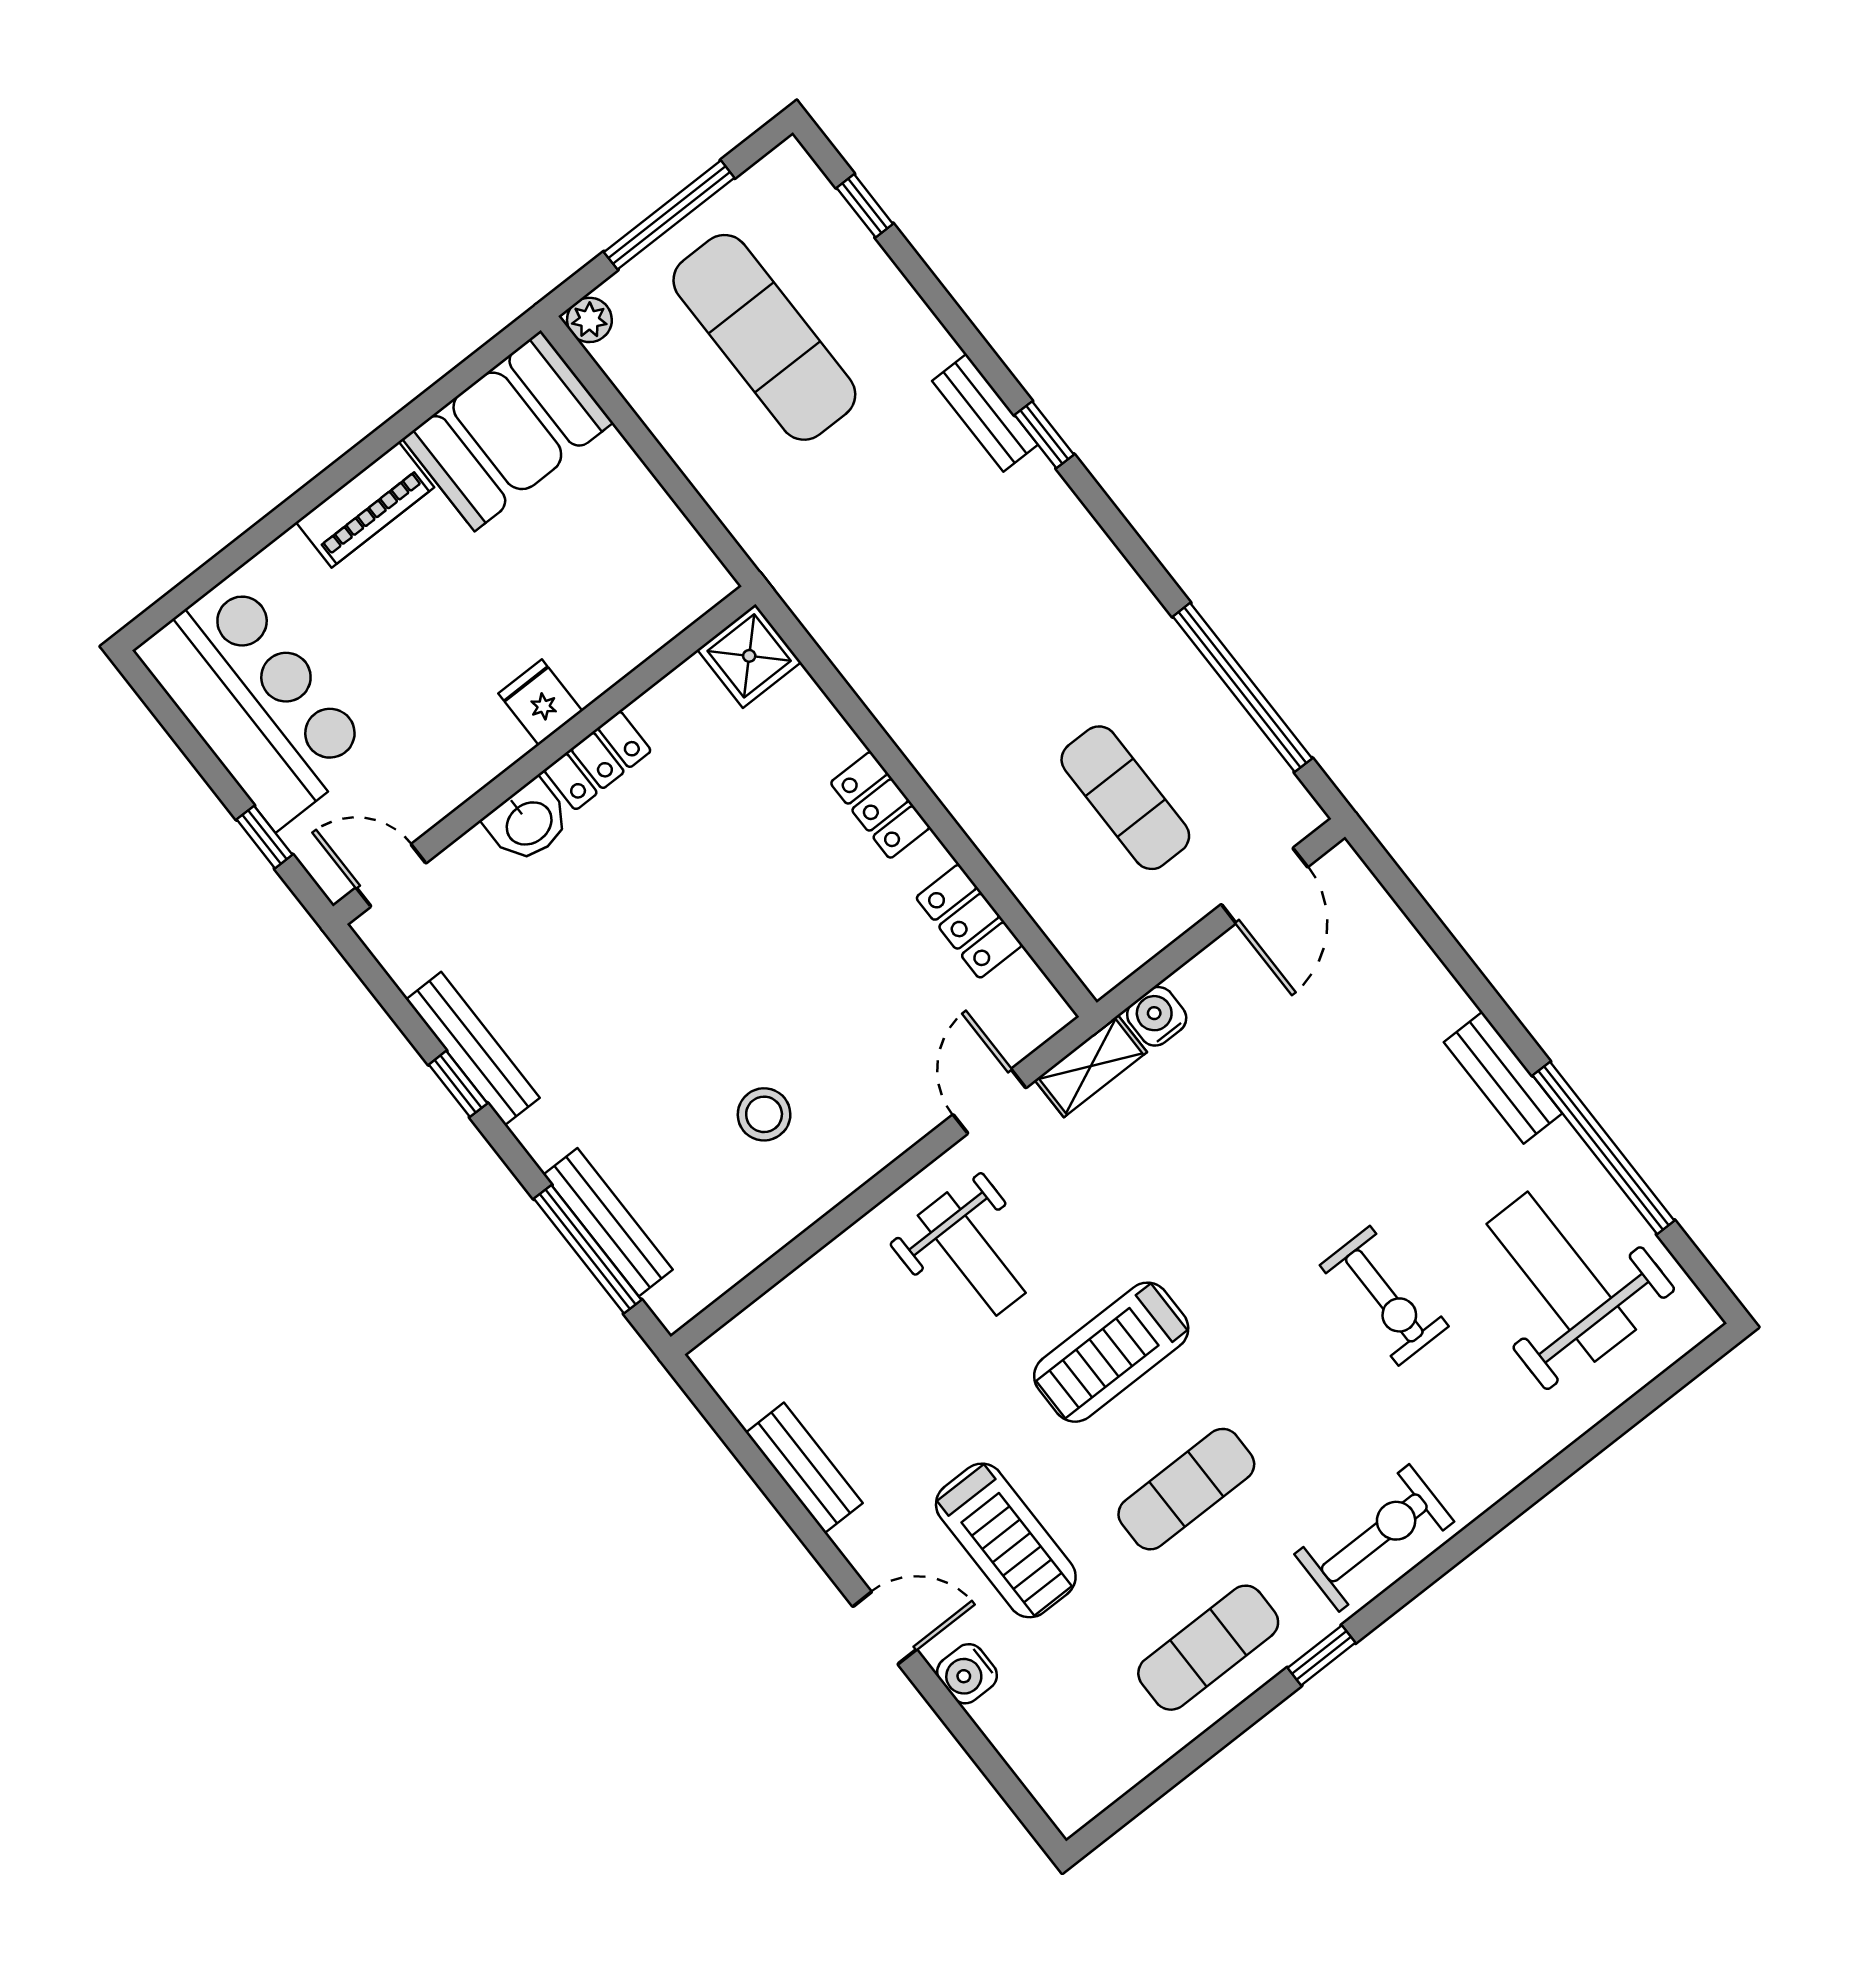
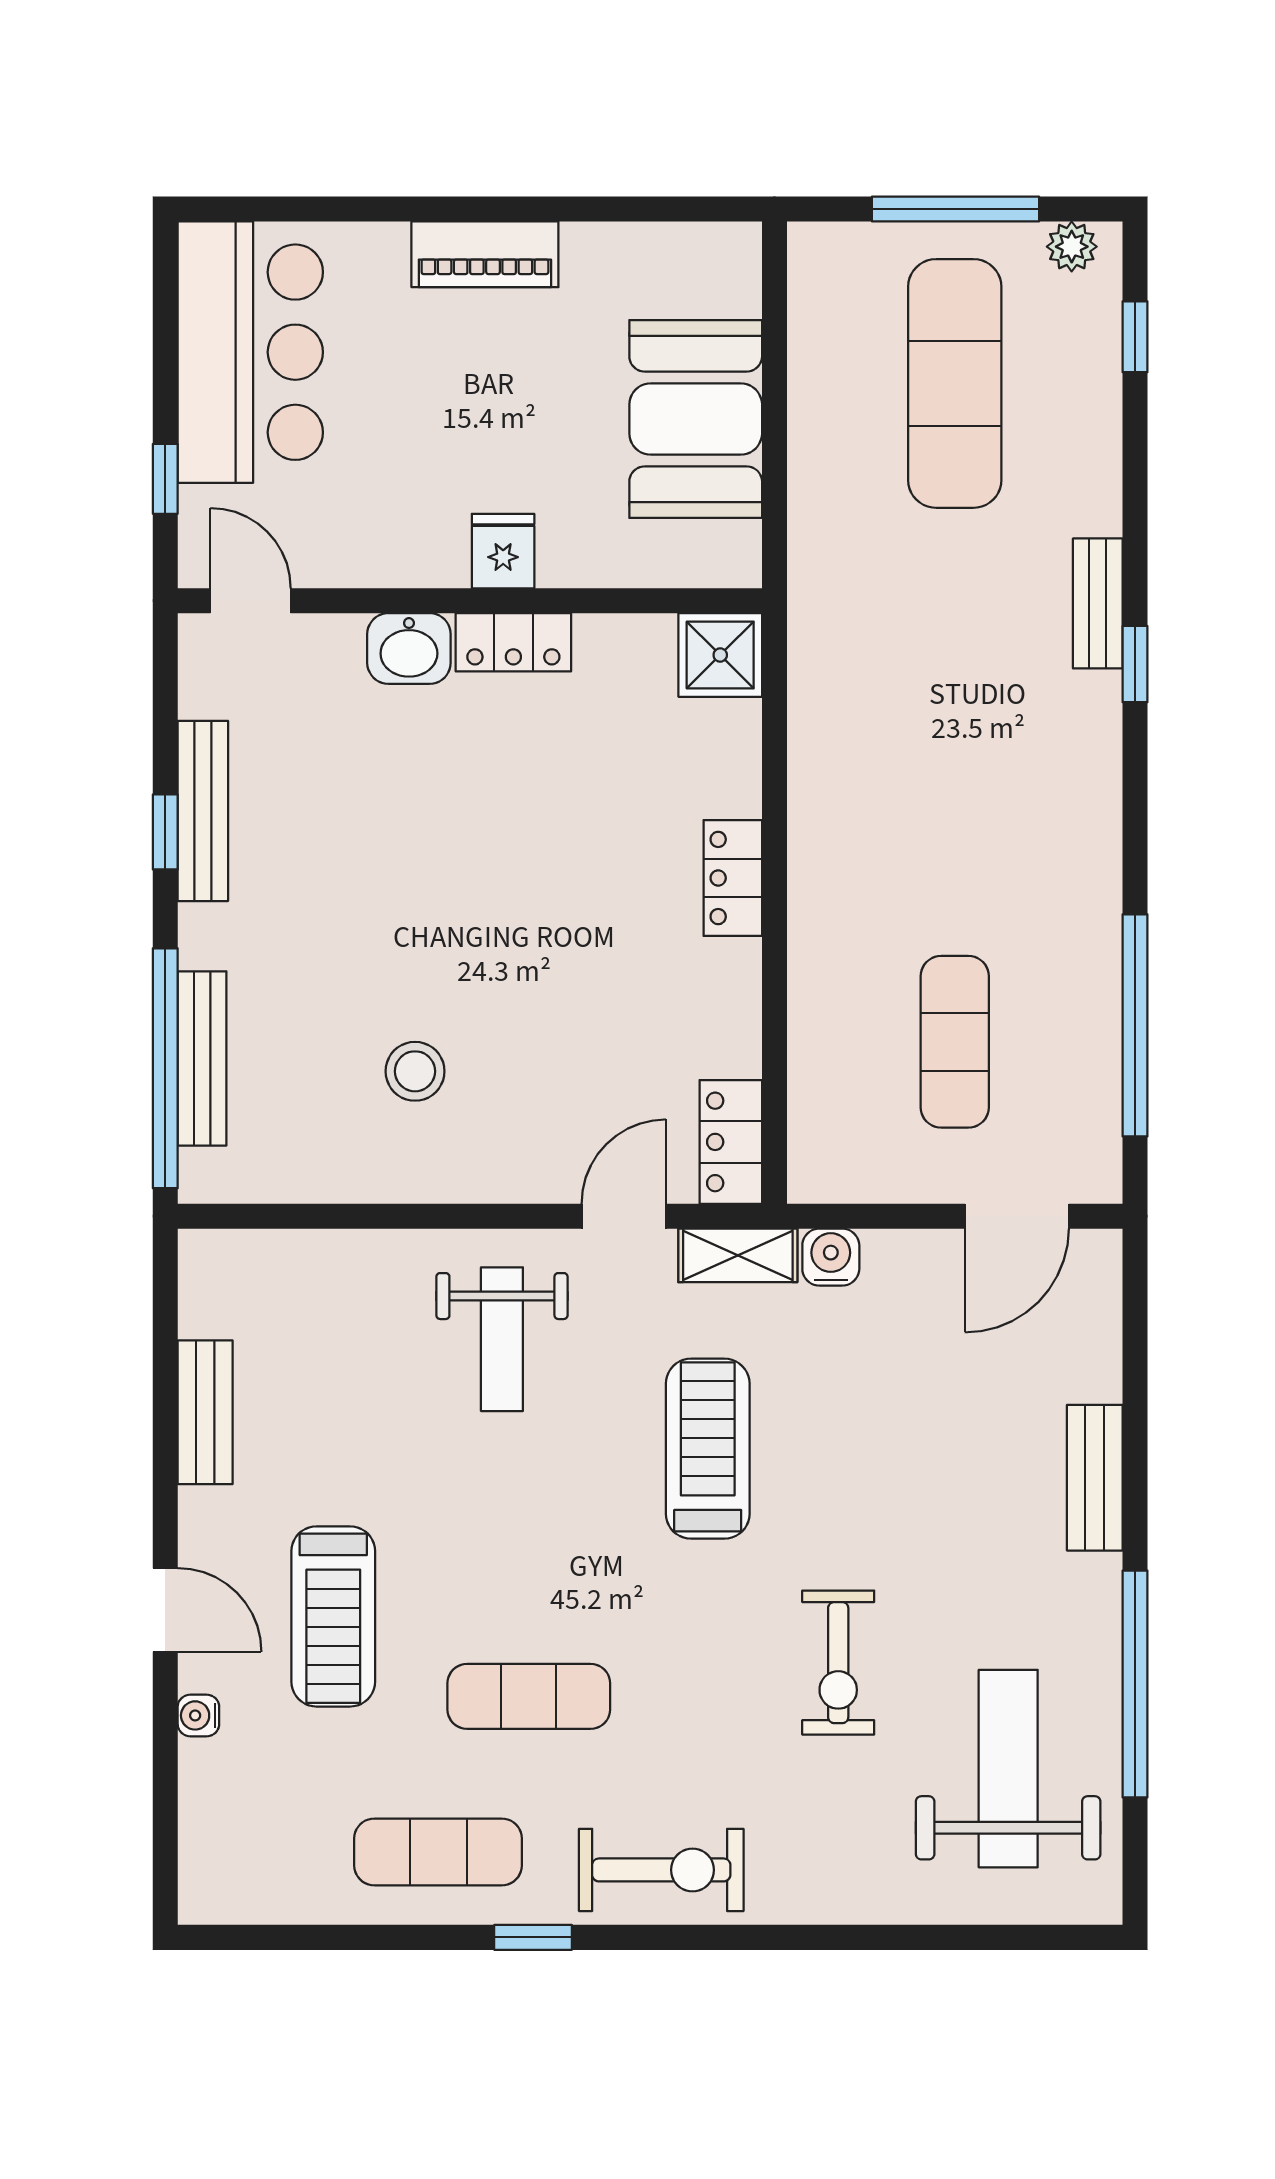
plant: (589, 320) -> (1072, 247), moved
booth: (507, 431) -> (696, 419), moved, turned 90
locker: (969, 921) -> (731, 1142), moved
bench: (1503, 1078) -> (1095, 1478), moved
window: (588, 1249) -> (165, 1068), width x1.46
treadmill: (1111, 1352) -> (708, 1449), moved, turned 90
water cooler: (967, 1674) -> (198, 1715), width x0.72, depth x0.72

